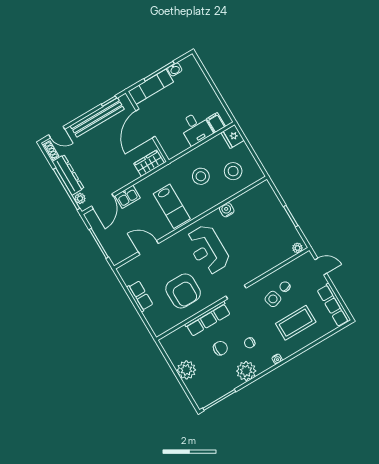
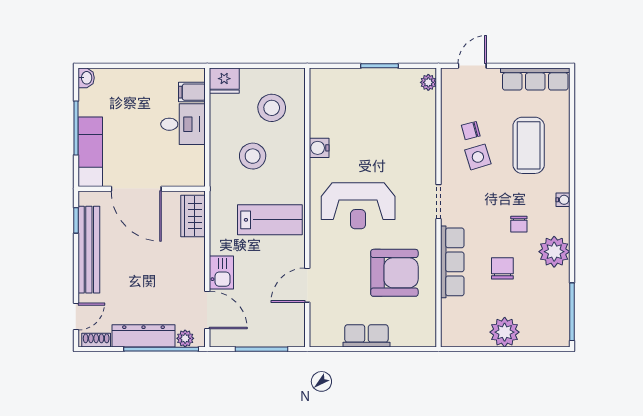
washbasin: (175, 69) -> (86, 78), moved

